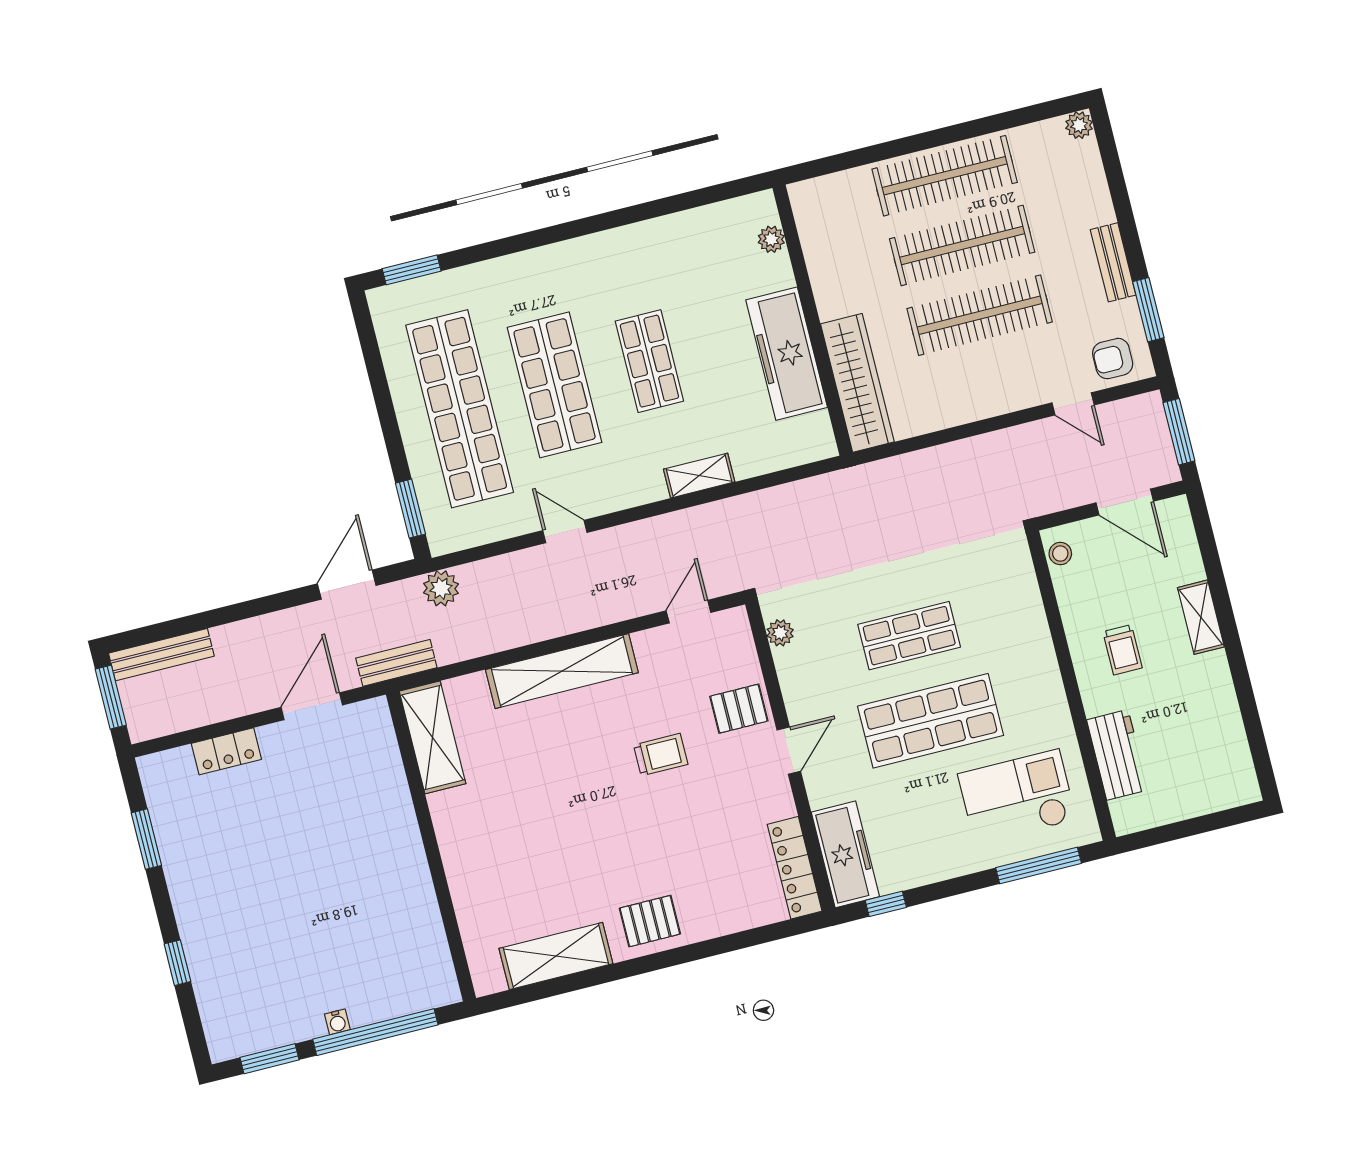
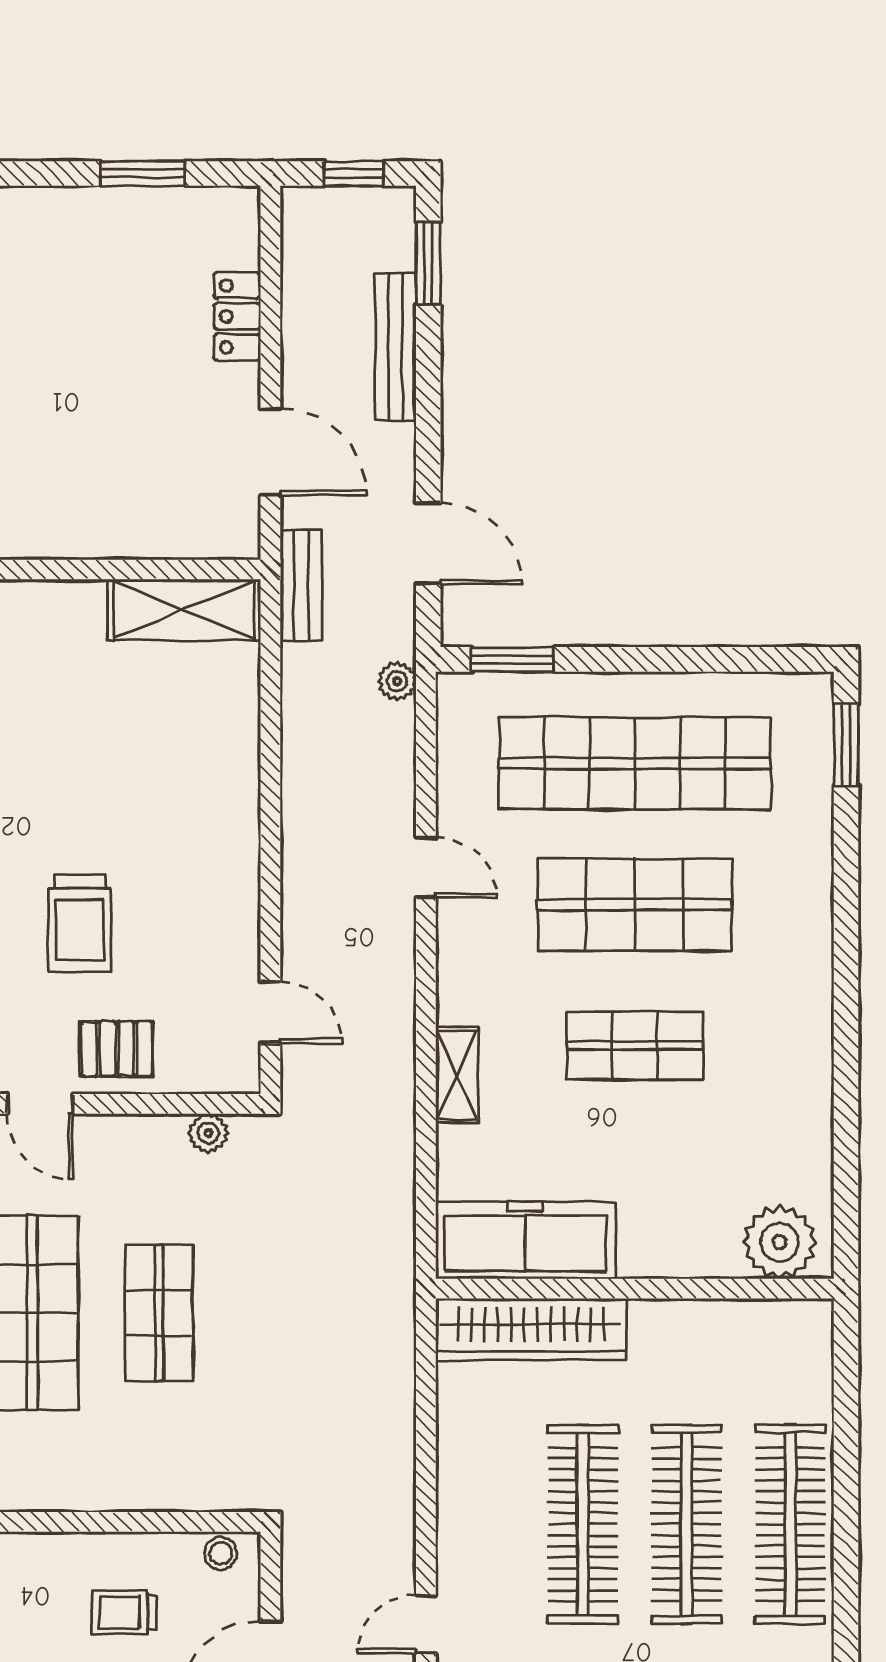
plant: (771, 239) -> (780, 1242), width x1.87, depth x1.87
freezer: (787, 354) -> (525, 1240), moved
door: (565, 532) -> (426, 868), hinge flipped
plant: (441, 588) -> (397, 681), width x0.73, depth x0.73
window: (158, 632) -> (428, 263), added
trolley: (1123, 650) -> (124, 1613), moved
bench: (161, 655) -> (395, 347), moved
shelving: (562, 671) -> (232, 814), removed
window: (111, 697) -> (354, 174), width x0.67
pallet: (739, 709) -> (117, 1049), turned 90
trolley: (661, 755) -> (80, 923), width x1.36, depth x1.39

